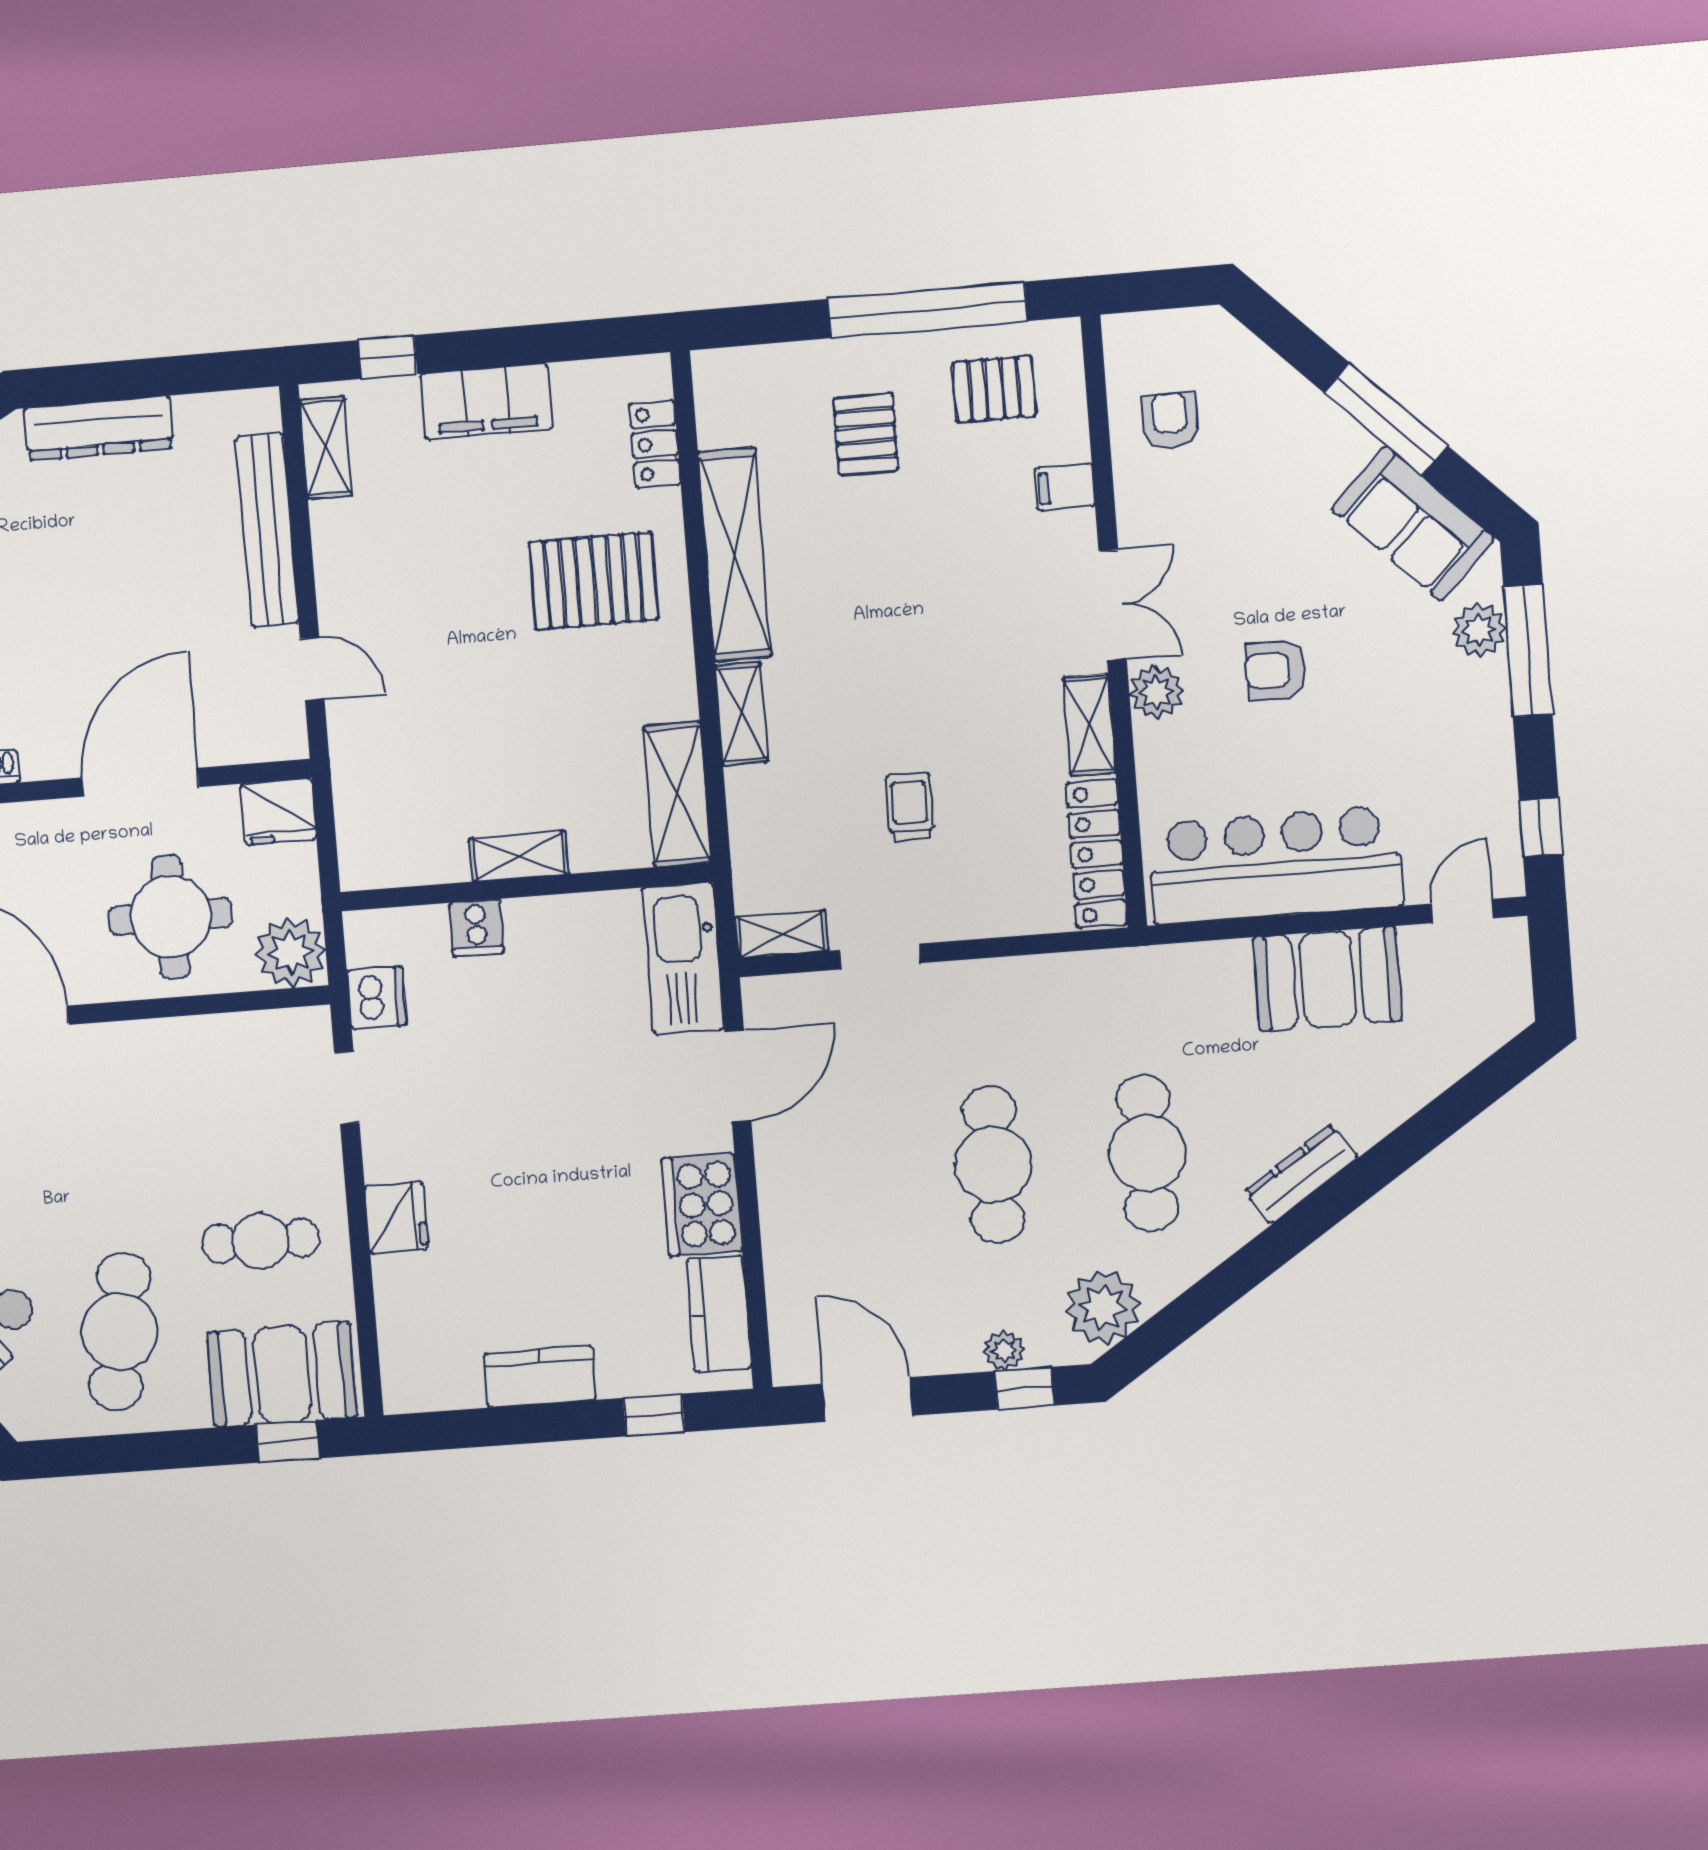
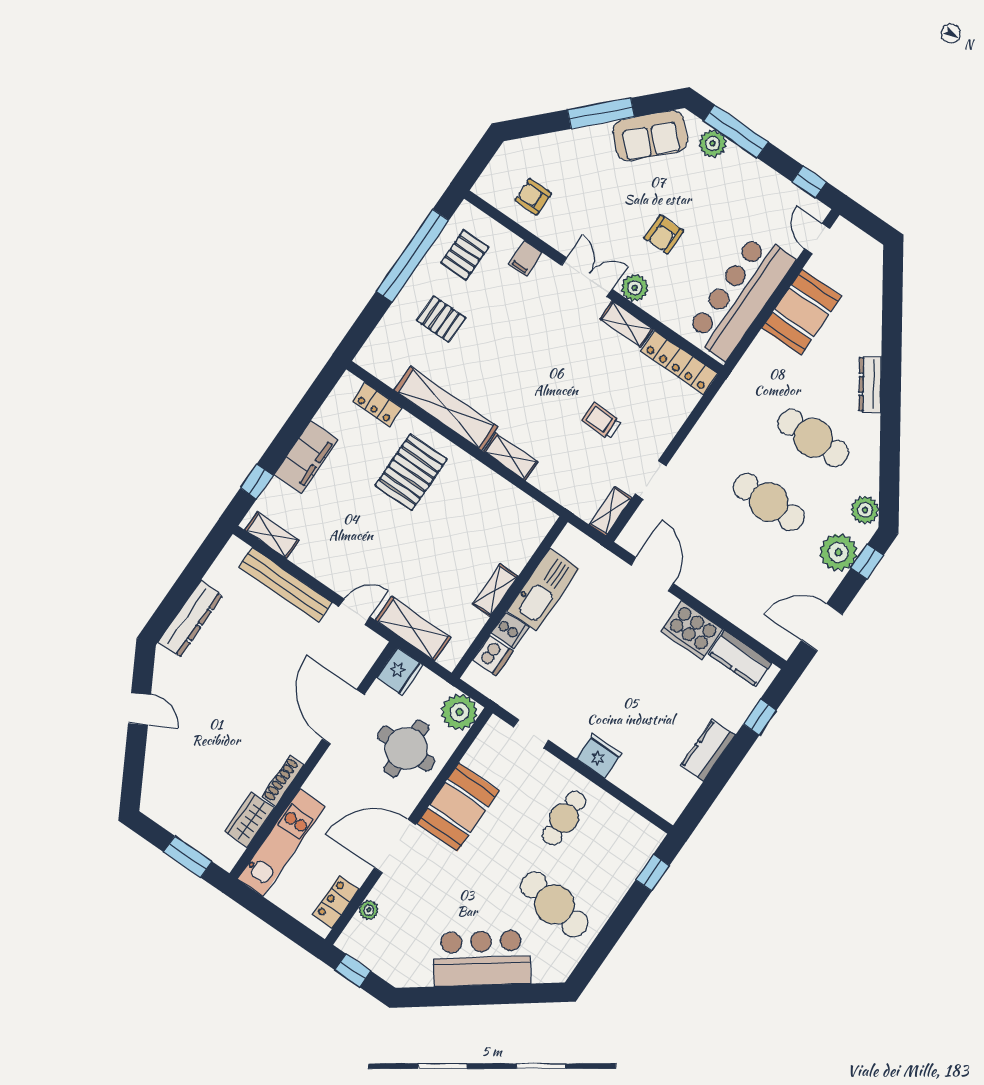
shelving: (677, 794) -> (413, 629), moved
kitchen sink: (683, 958) -> (543, 589), moved, turned -90
dishwasher: (377, 998) -> (493, 655), moved, turned 90
plant: (1103, 1307) -> (865, 510), width x0.73, depth x0.73
plant: (1004, 1350) -> (838, 552), width x1.87, depth x1.87
booth: (282, 1374) -> (458, 807), moved

